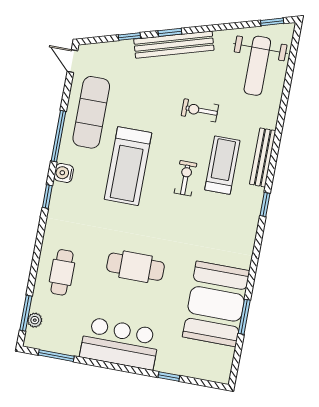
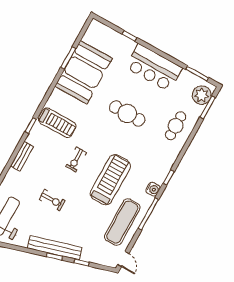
bench: (263, 157) -> (22, 156), width x0.73
treadmill: (222, 165) -> (57, 123), moved, turned -90
plant: (35, 320) -> (202, 95), width x1.87, depth x1.87

